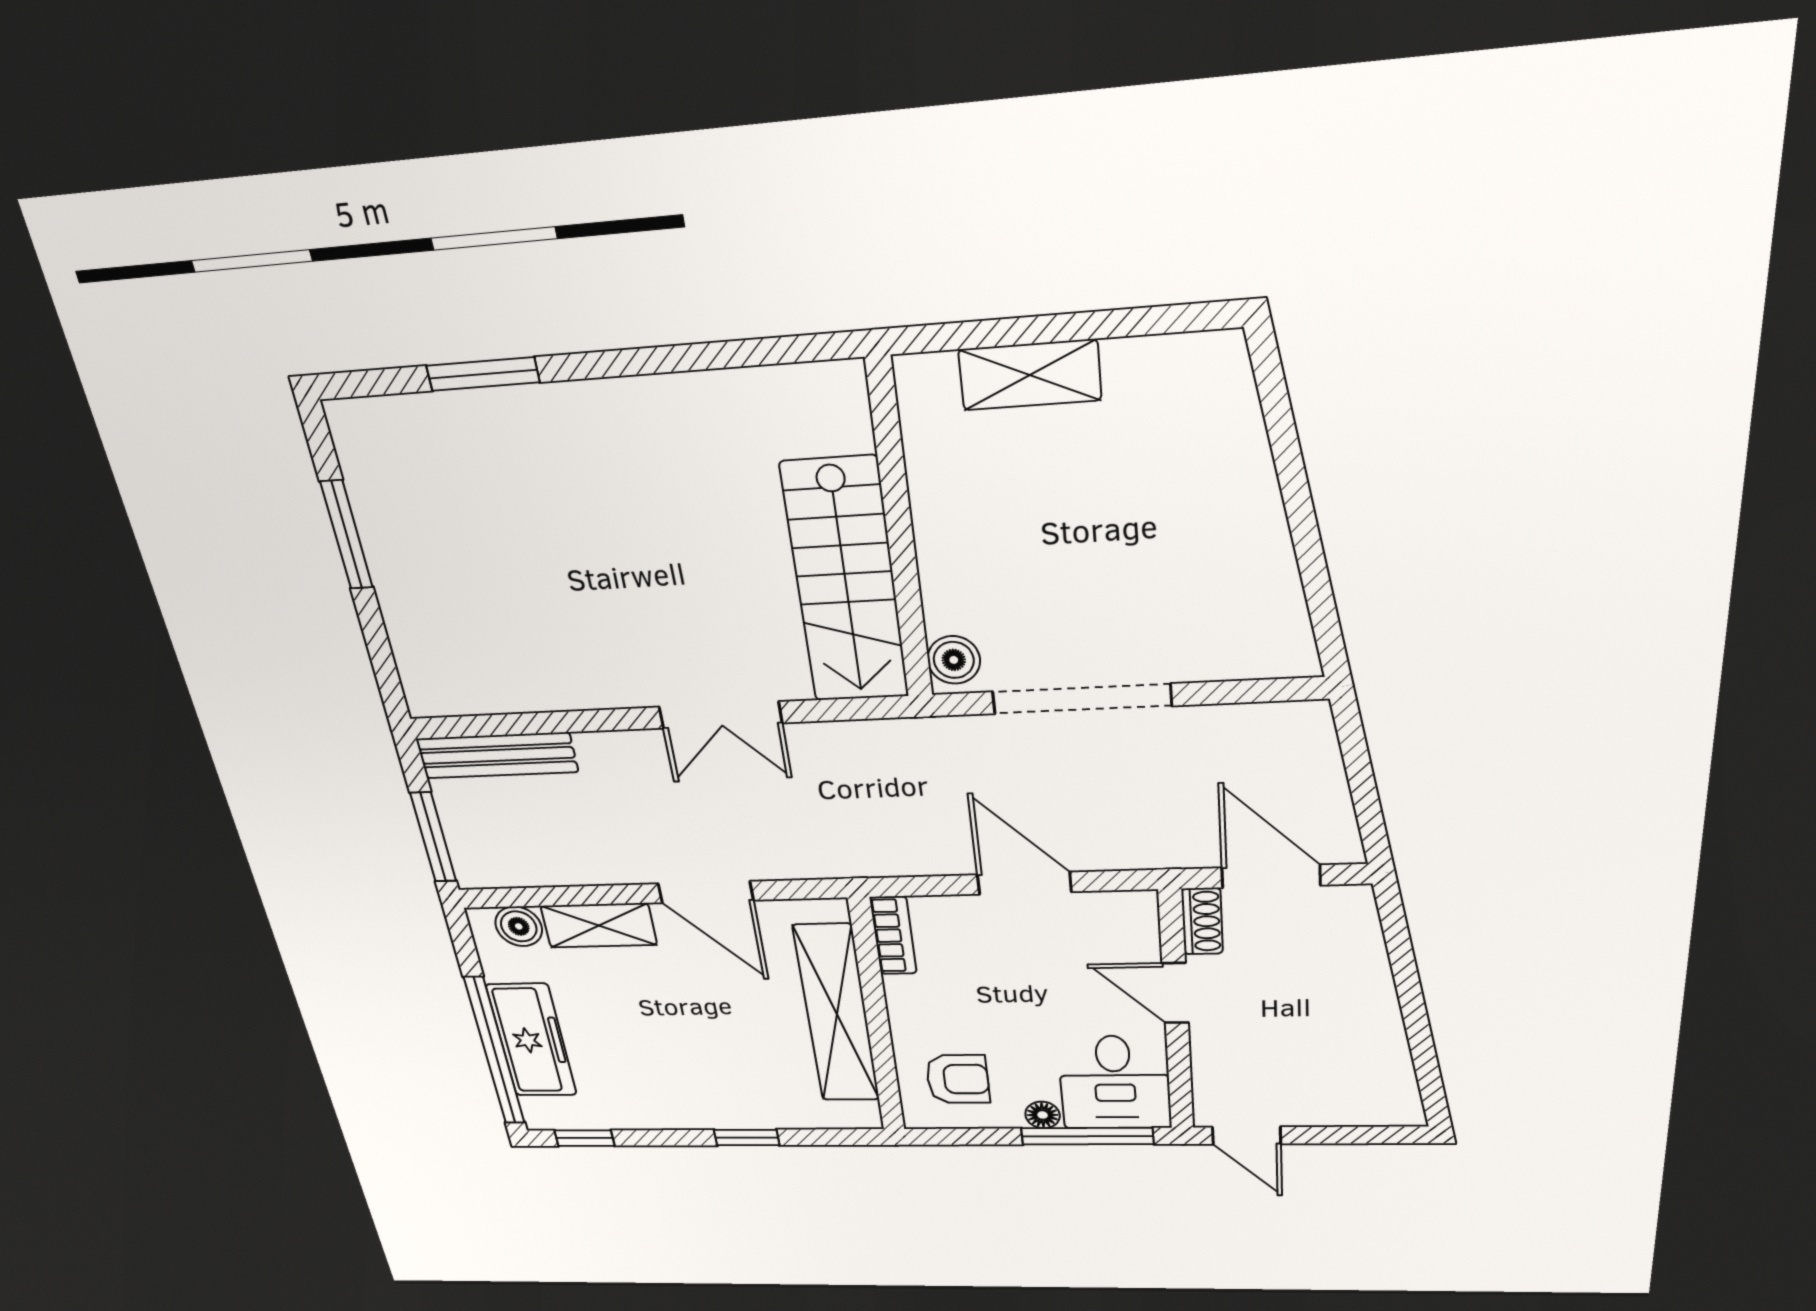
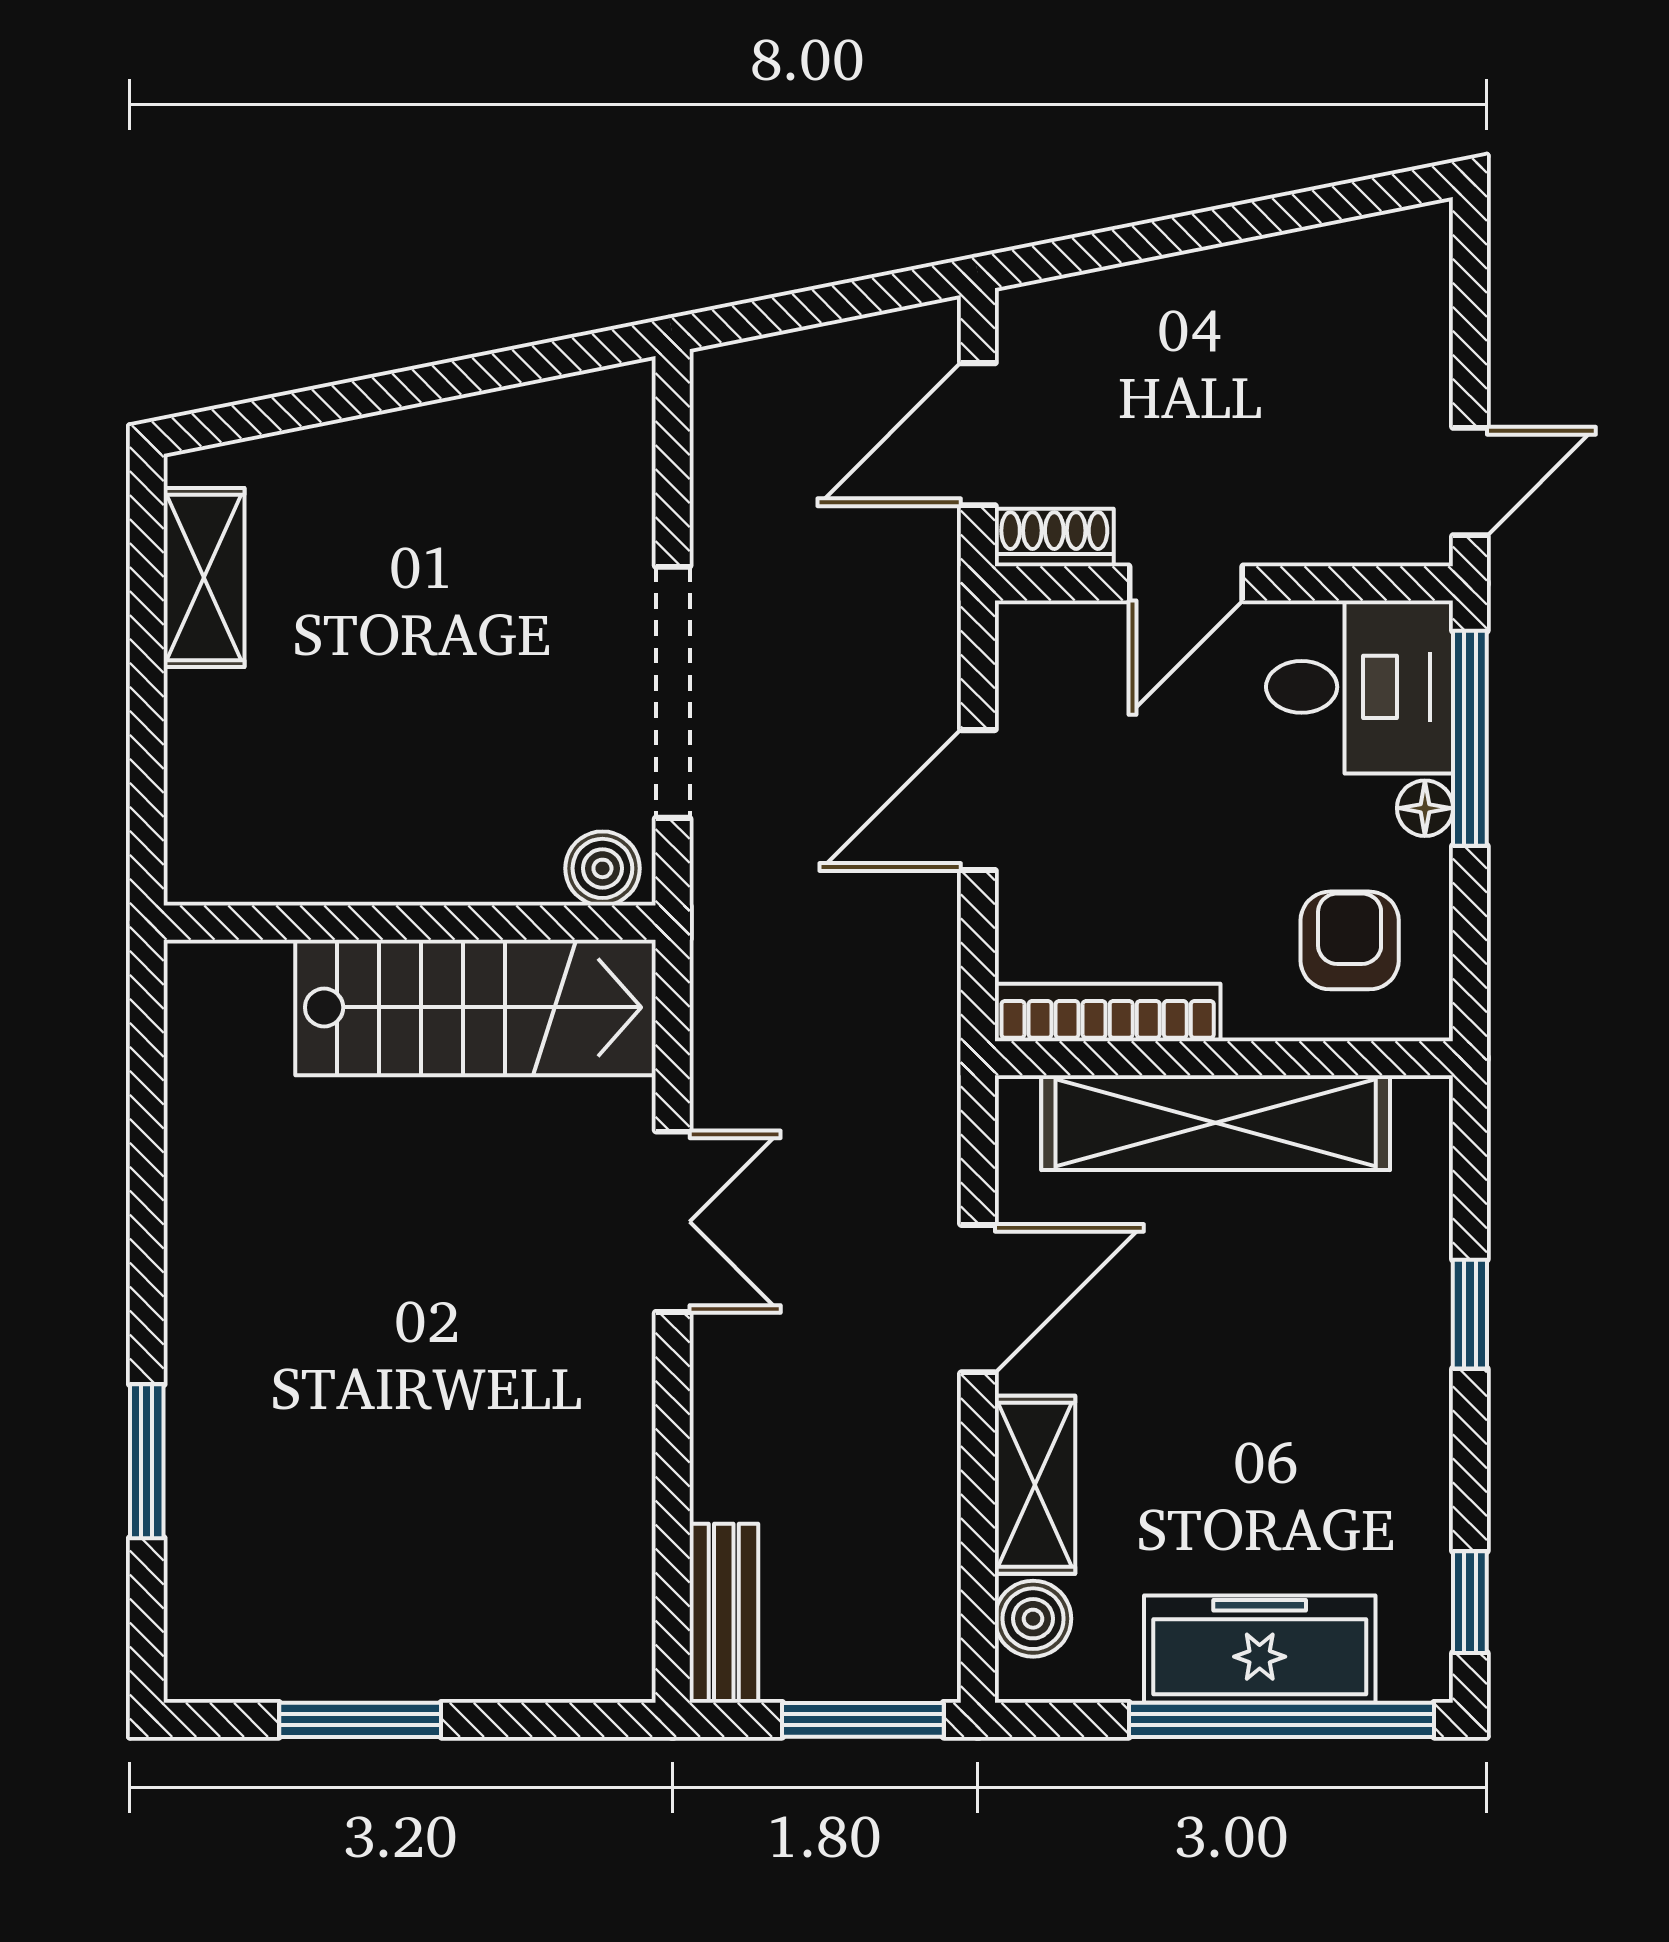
shelving: (1030, 375) -> (204, 578), moved
bench: (497, 755) -> (724, 1613), width x0.73
bookcase: (893, 935) -> (1108, 1012), width x1.56

